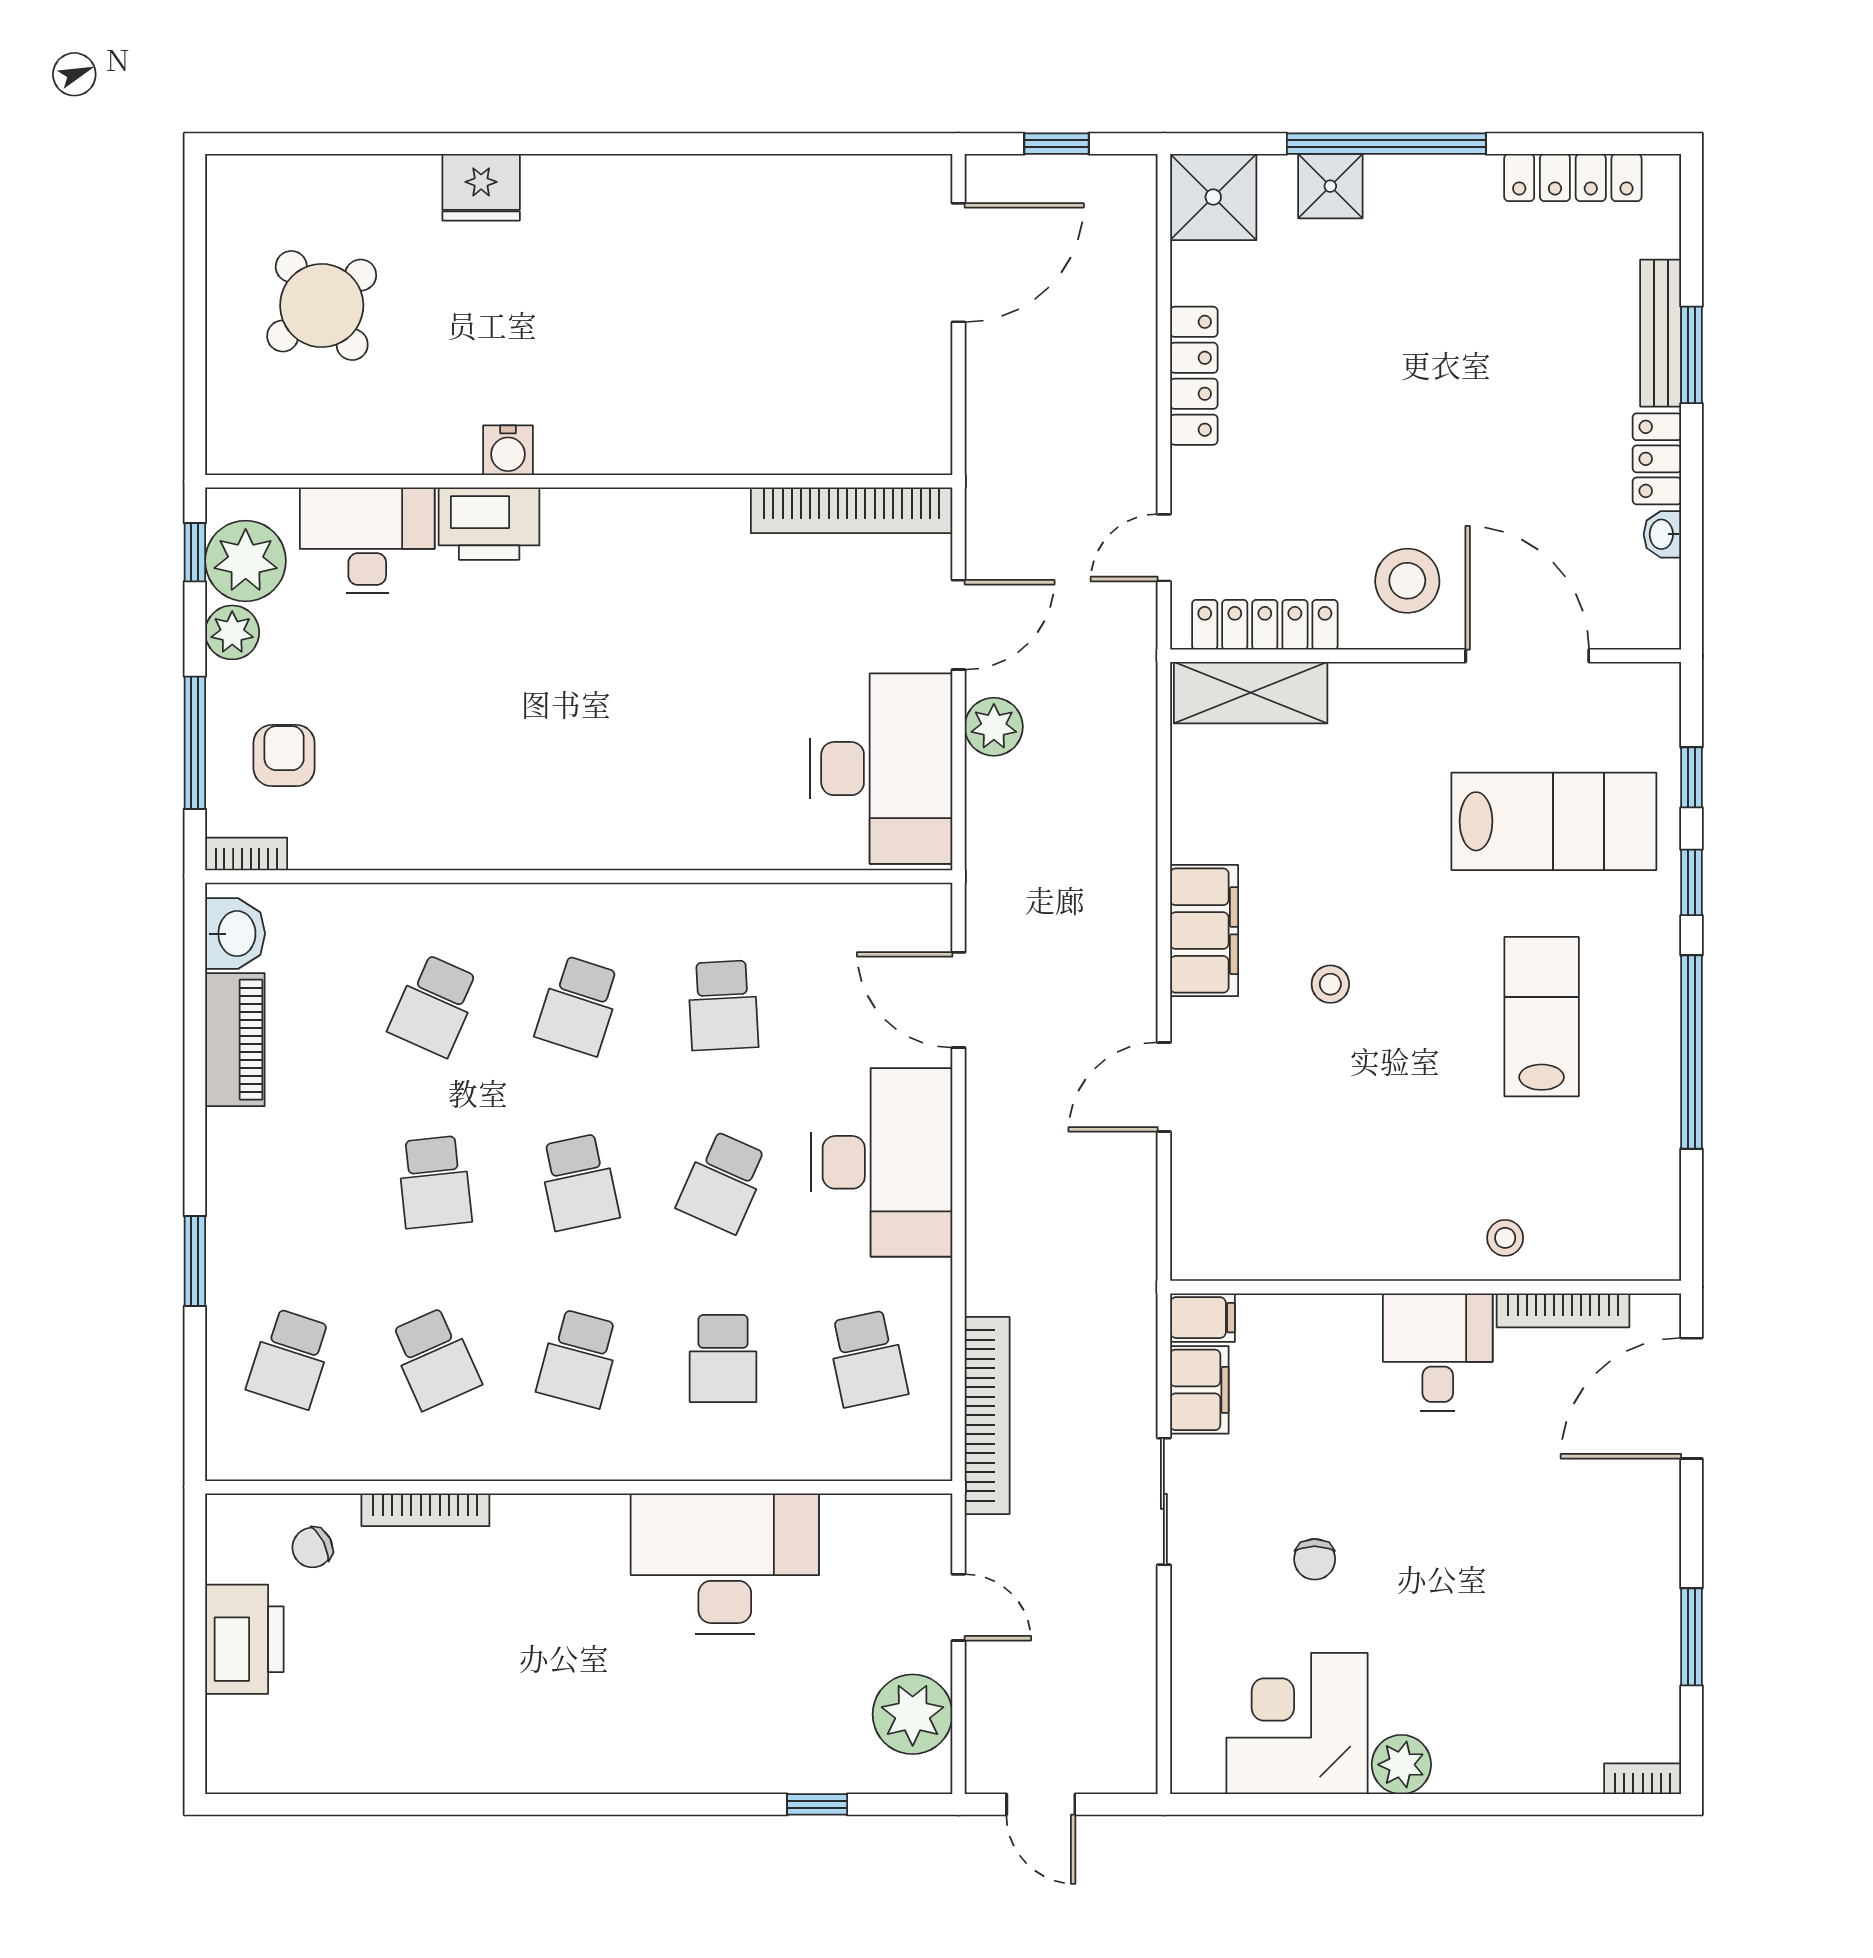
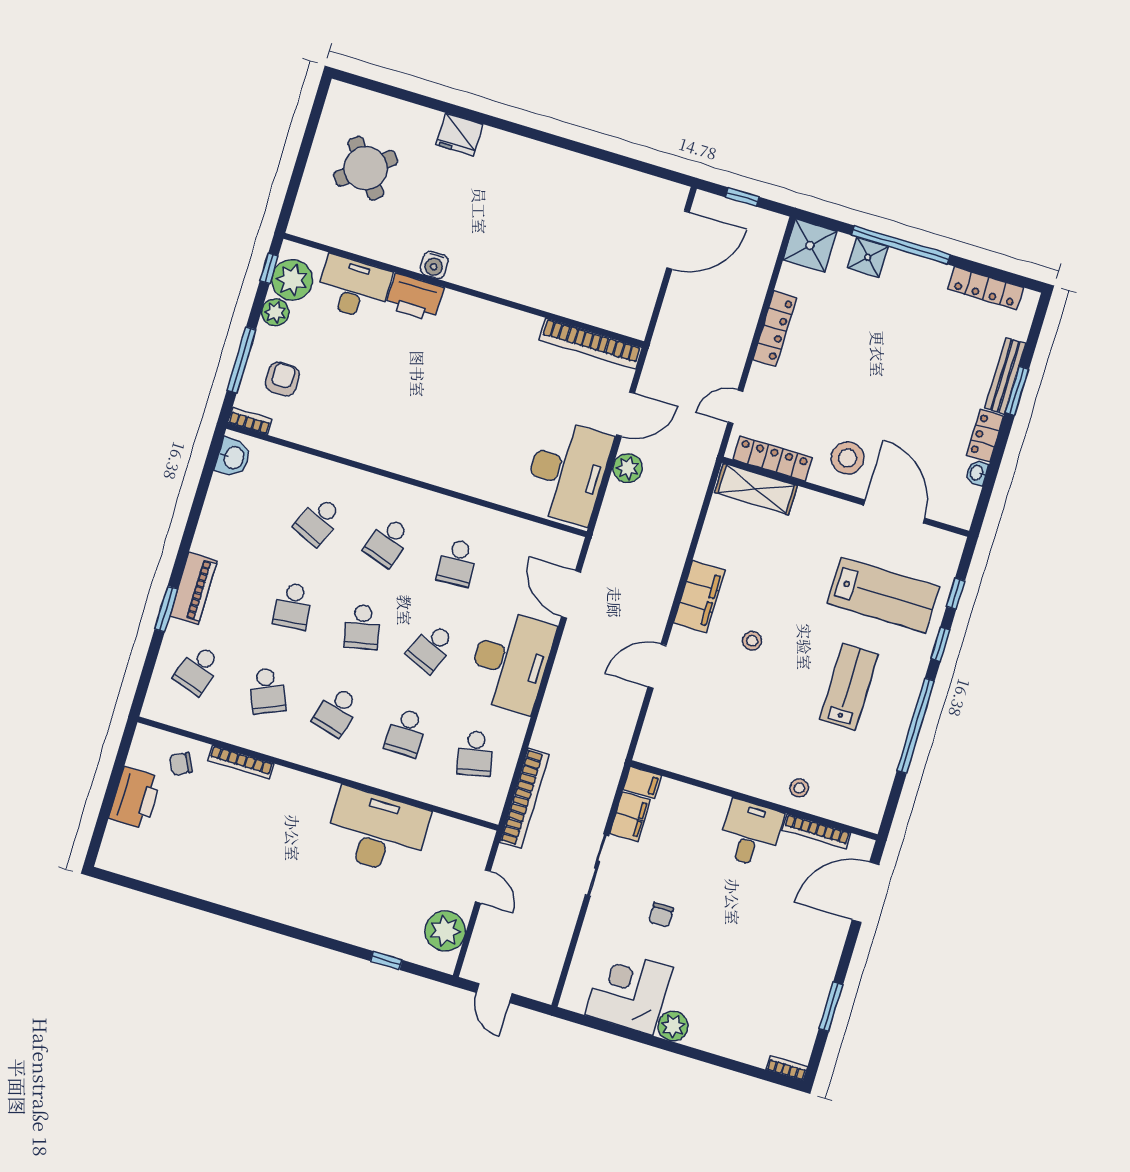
piano: (235, 1040) -> (193, 588), moved

